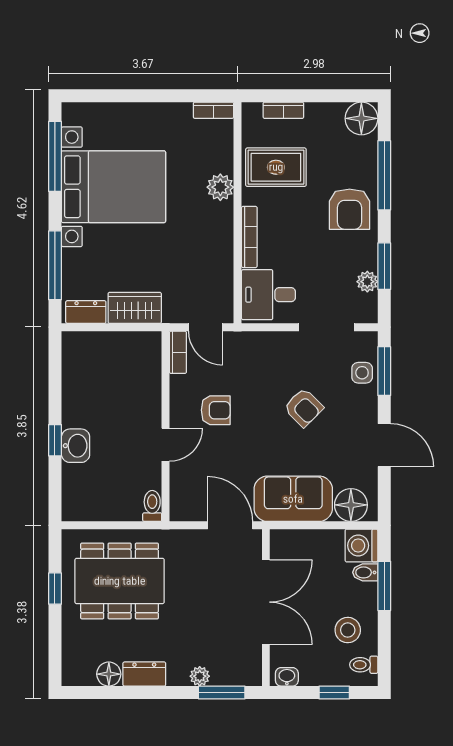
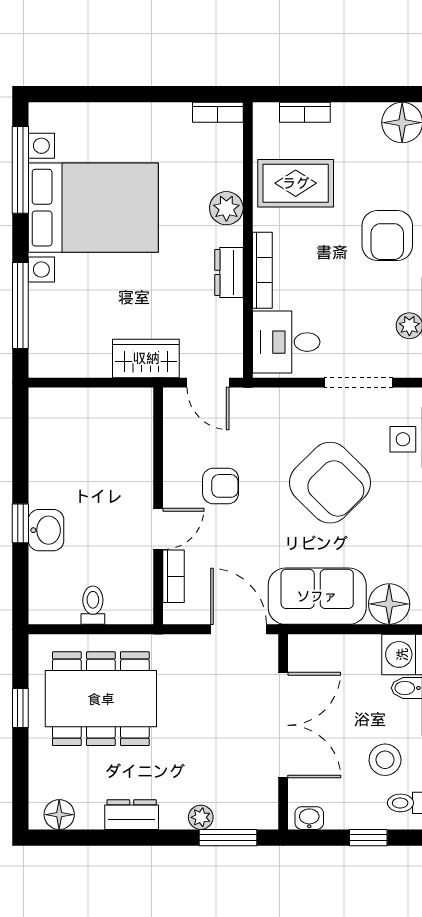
wardrobe: (135, 308) -> (146, 358), moved
dresser: (86, 312) -> (229, 272), moved, turned -90
bookcase: (178, 352) -> (174, 576), moved
armchair: (304, 408) -> (330, 483), width x1.88, depth x1.88
toilet: (152, 506) -> (93, 605), moved
floor lamp: (109, 674) -> (59, 815), moved

